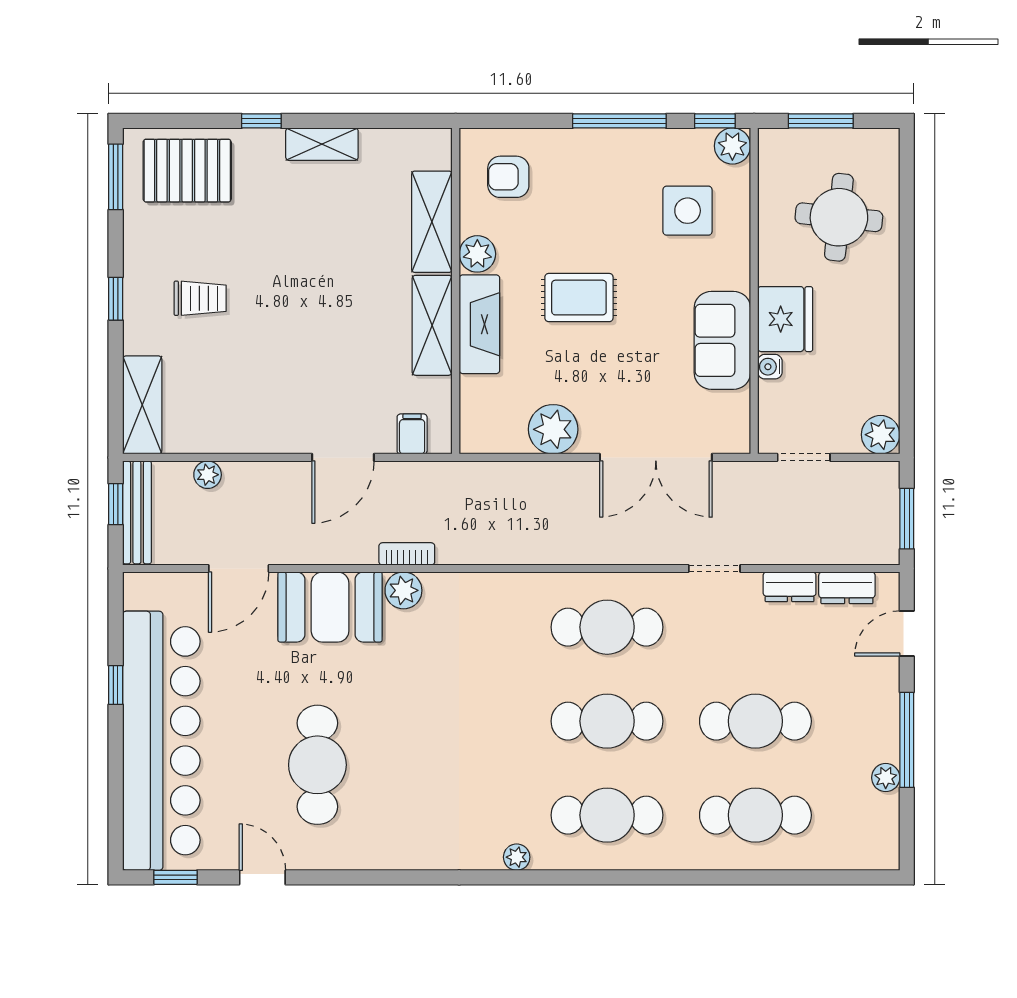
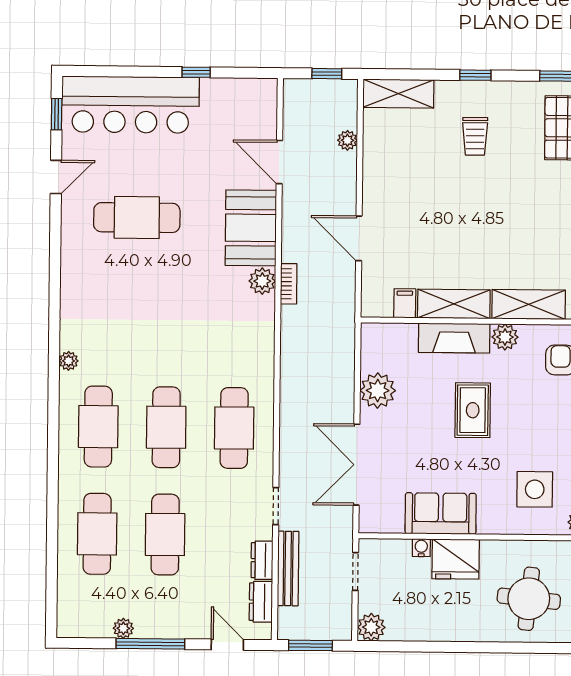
filing cabinet: (412, 434) -> (405, 303), moved, turned -90
bench: (137, 512) -> (288, 568), moved, turned 90
bar counter: (161, 741) -> (130, 105), width x0.73

